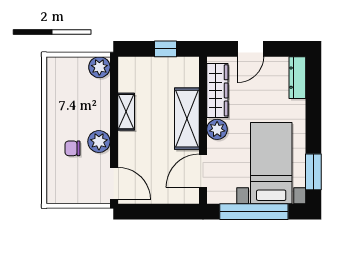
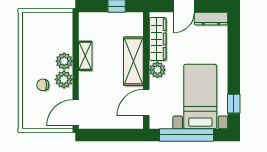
plant: (99, 67) -> (64, 61), moved
dresser: (297, 78) -> (211, 19), moved, turned -90
window: (313, 172) -> (234, 104), width x0.67
door: (114, 184) -> (76, 113), swing flipped

